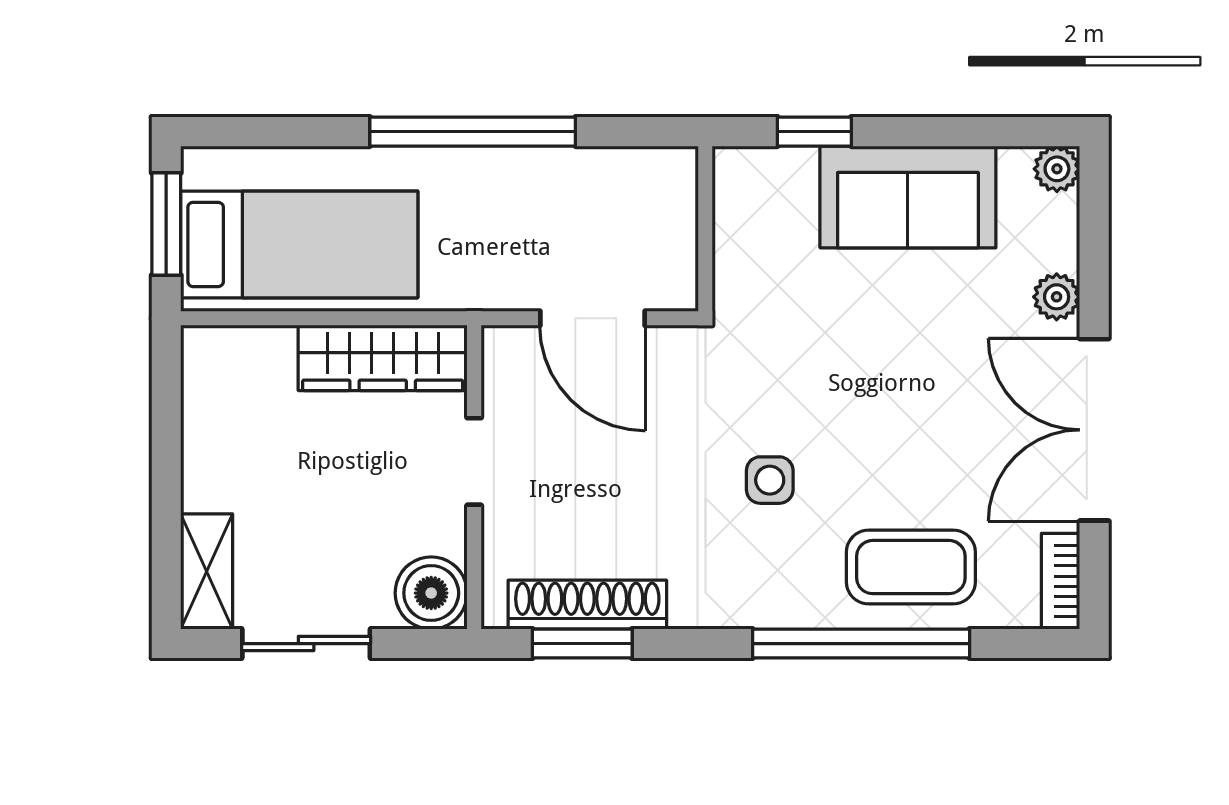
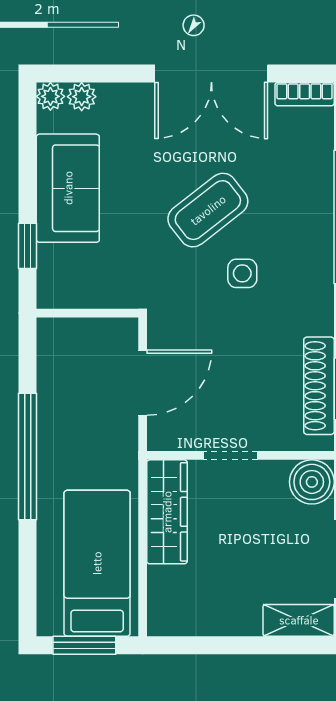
plant: (1057, 297) -> (82, 97), moved
coffee table: (911, 567) -> (208, 210), moved, turned 52

